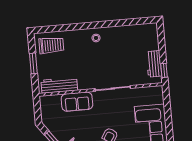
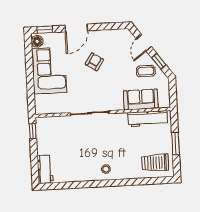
workbench: (154, 64) -> (45, 169), moved
sofa: (77, 102) -> (141, 99), moved
coffee table: (63, 129) -> (146, 71), added

